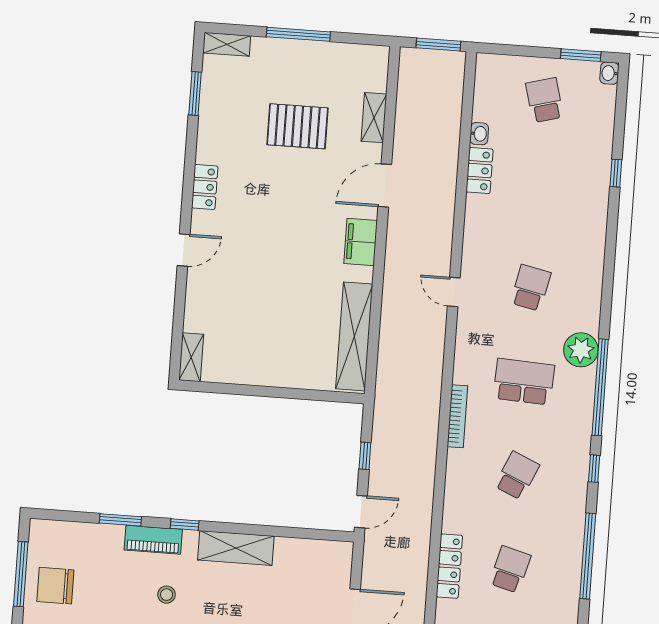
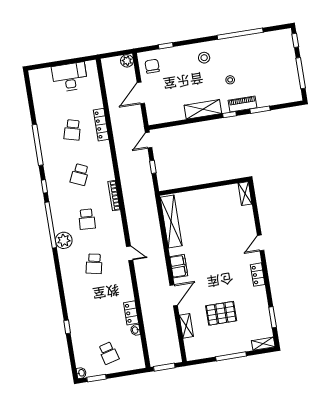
school desk: (524, 382) -> (87, 219), width x0.54
chair: (55, 586) -> (283, 72), removed

